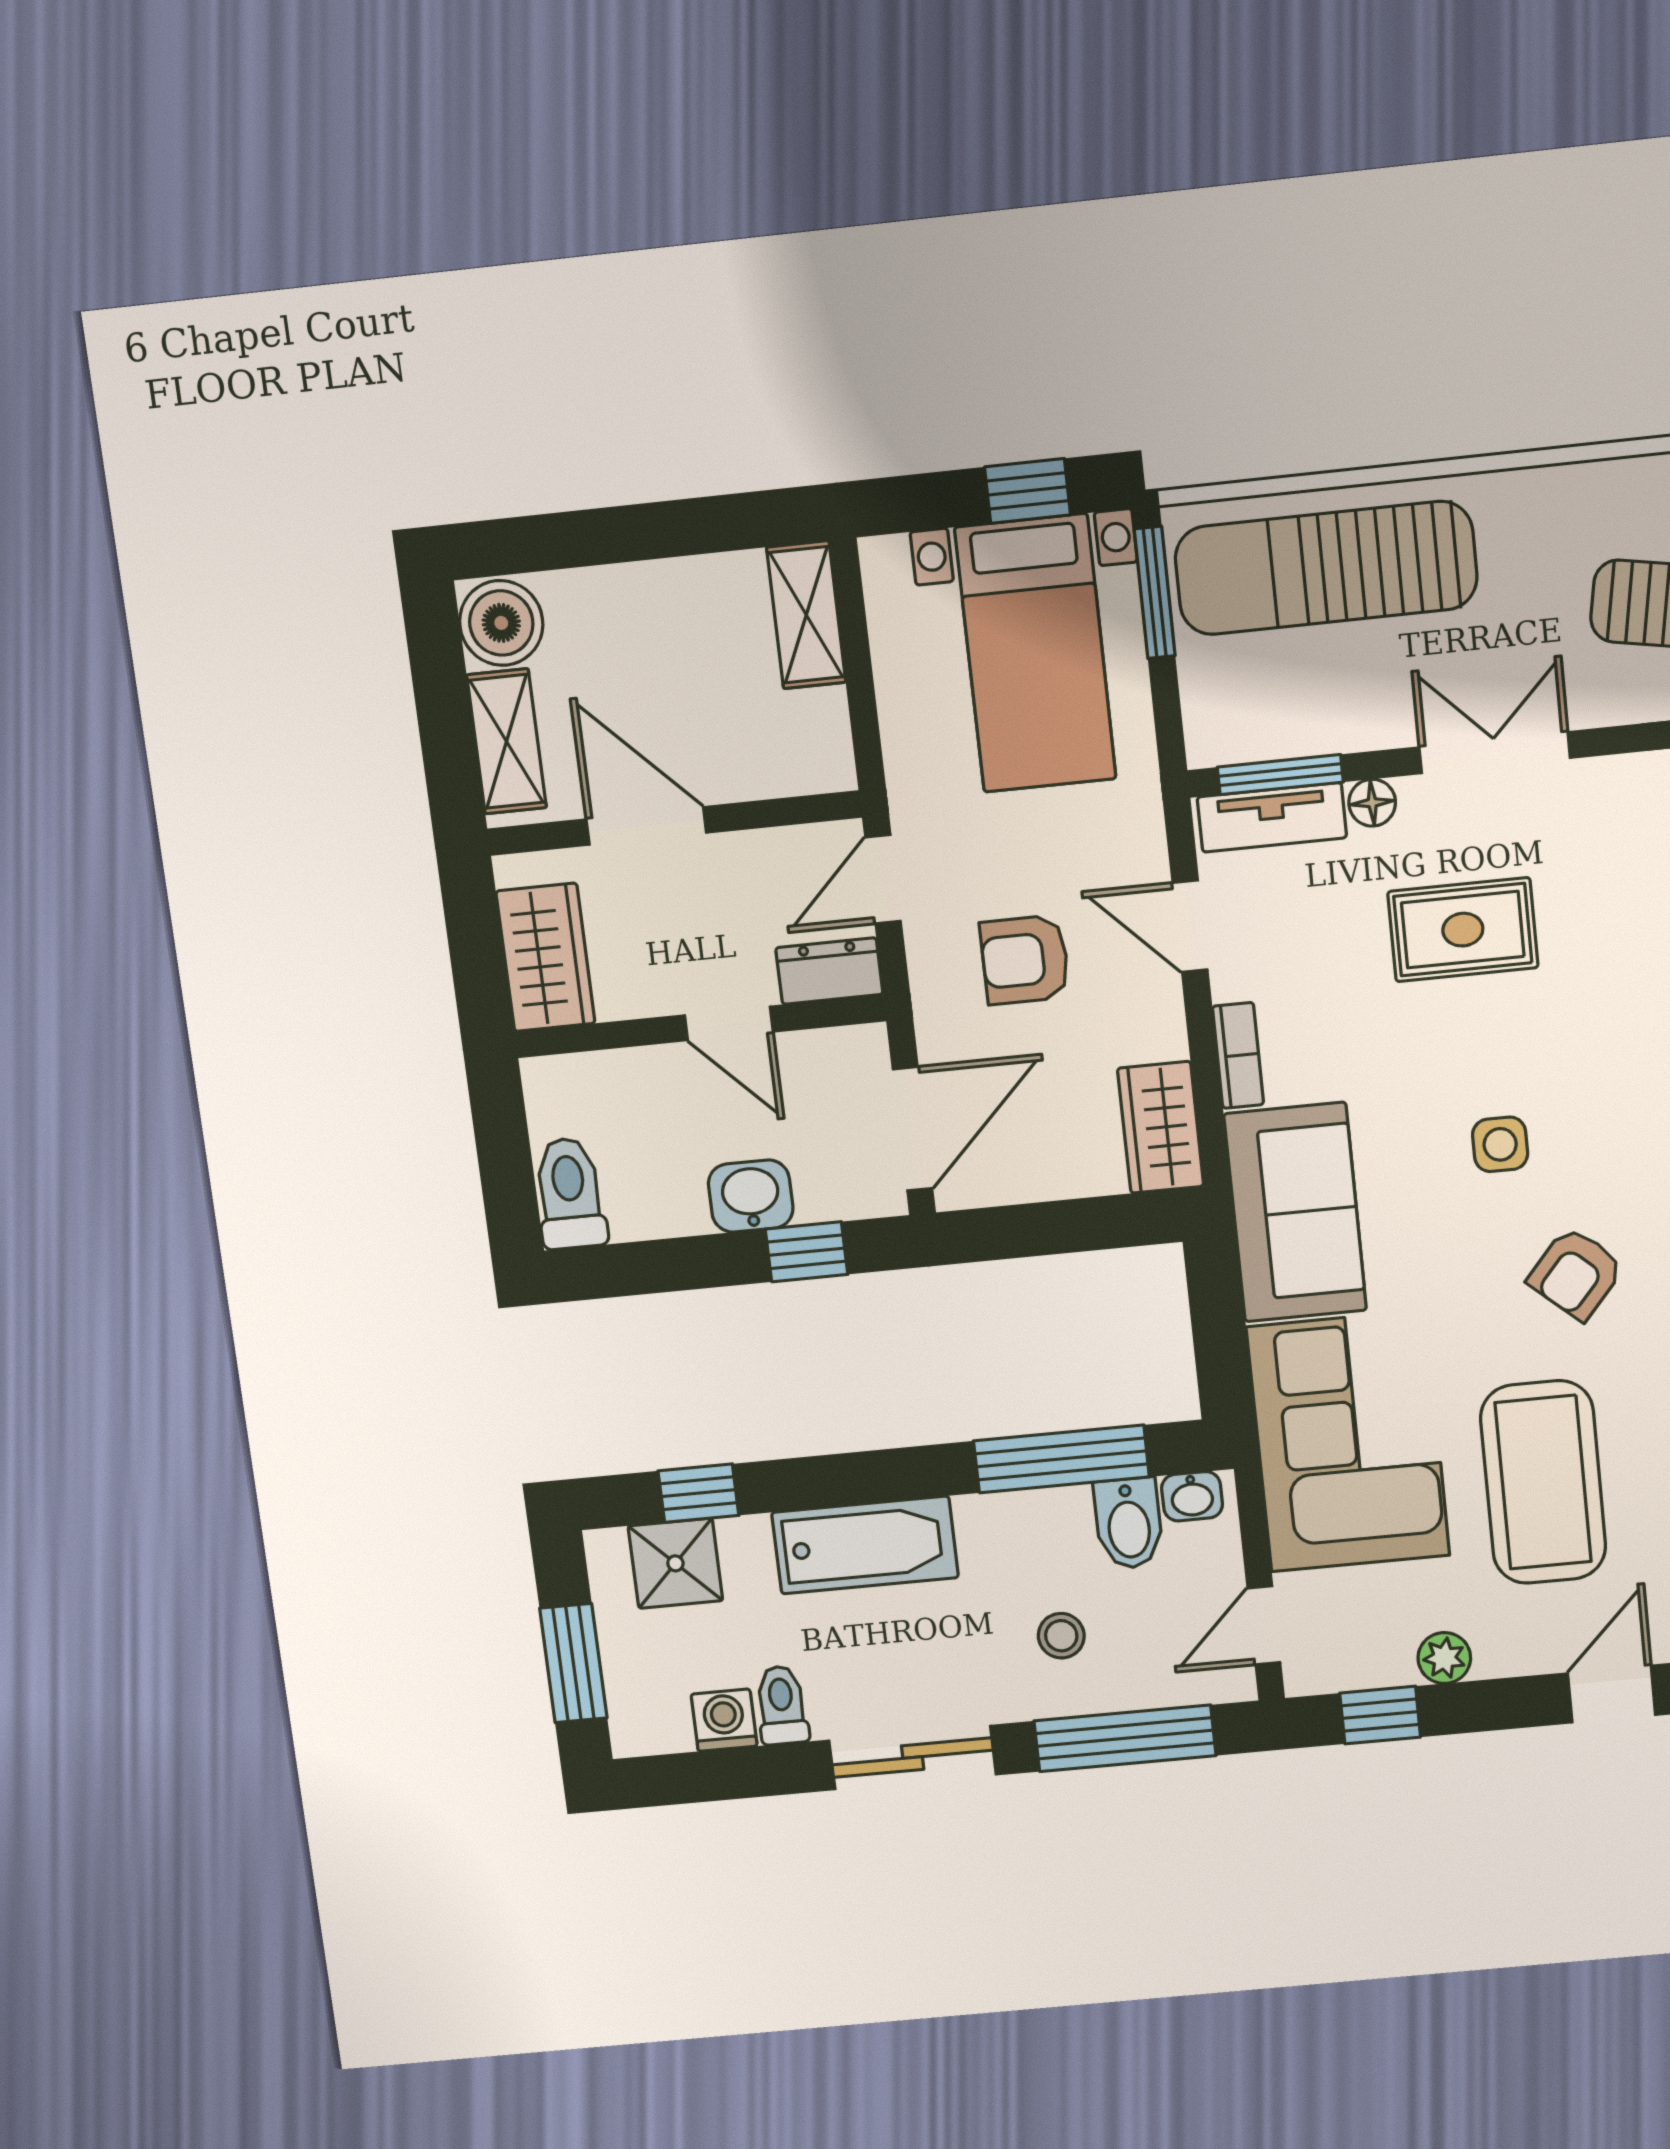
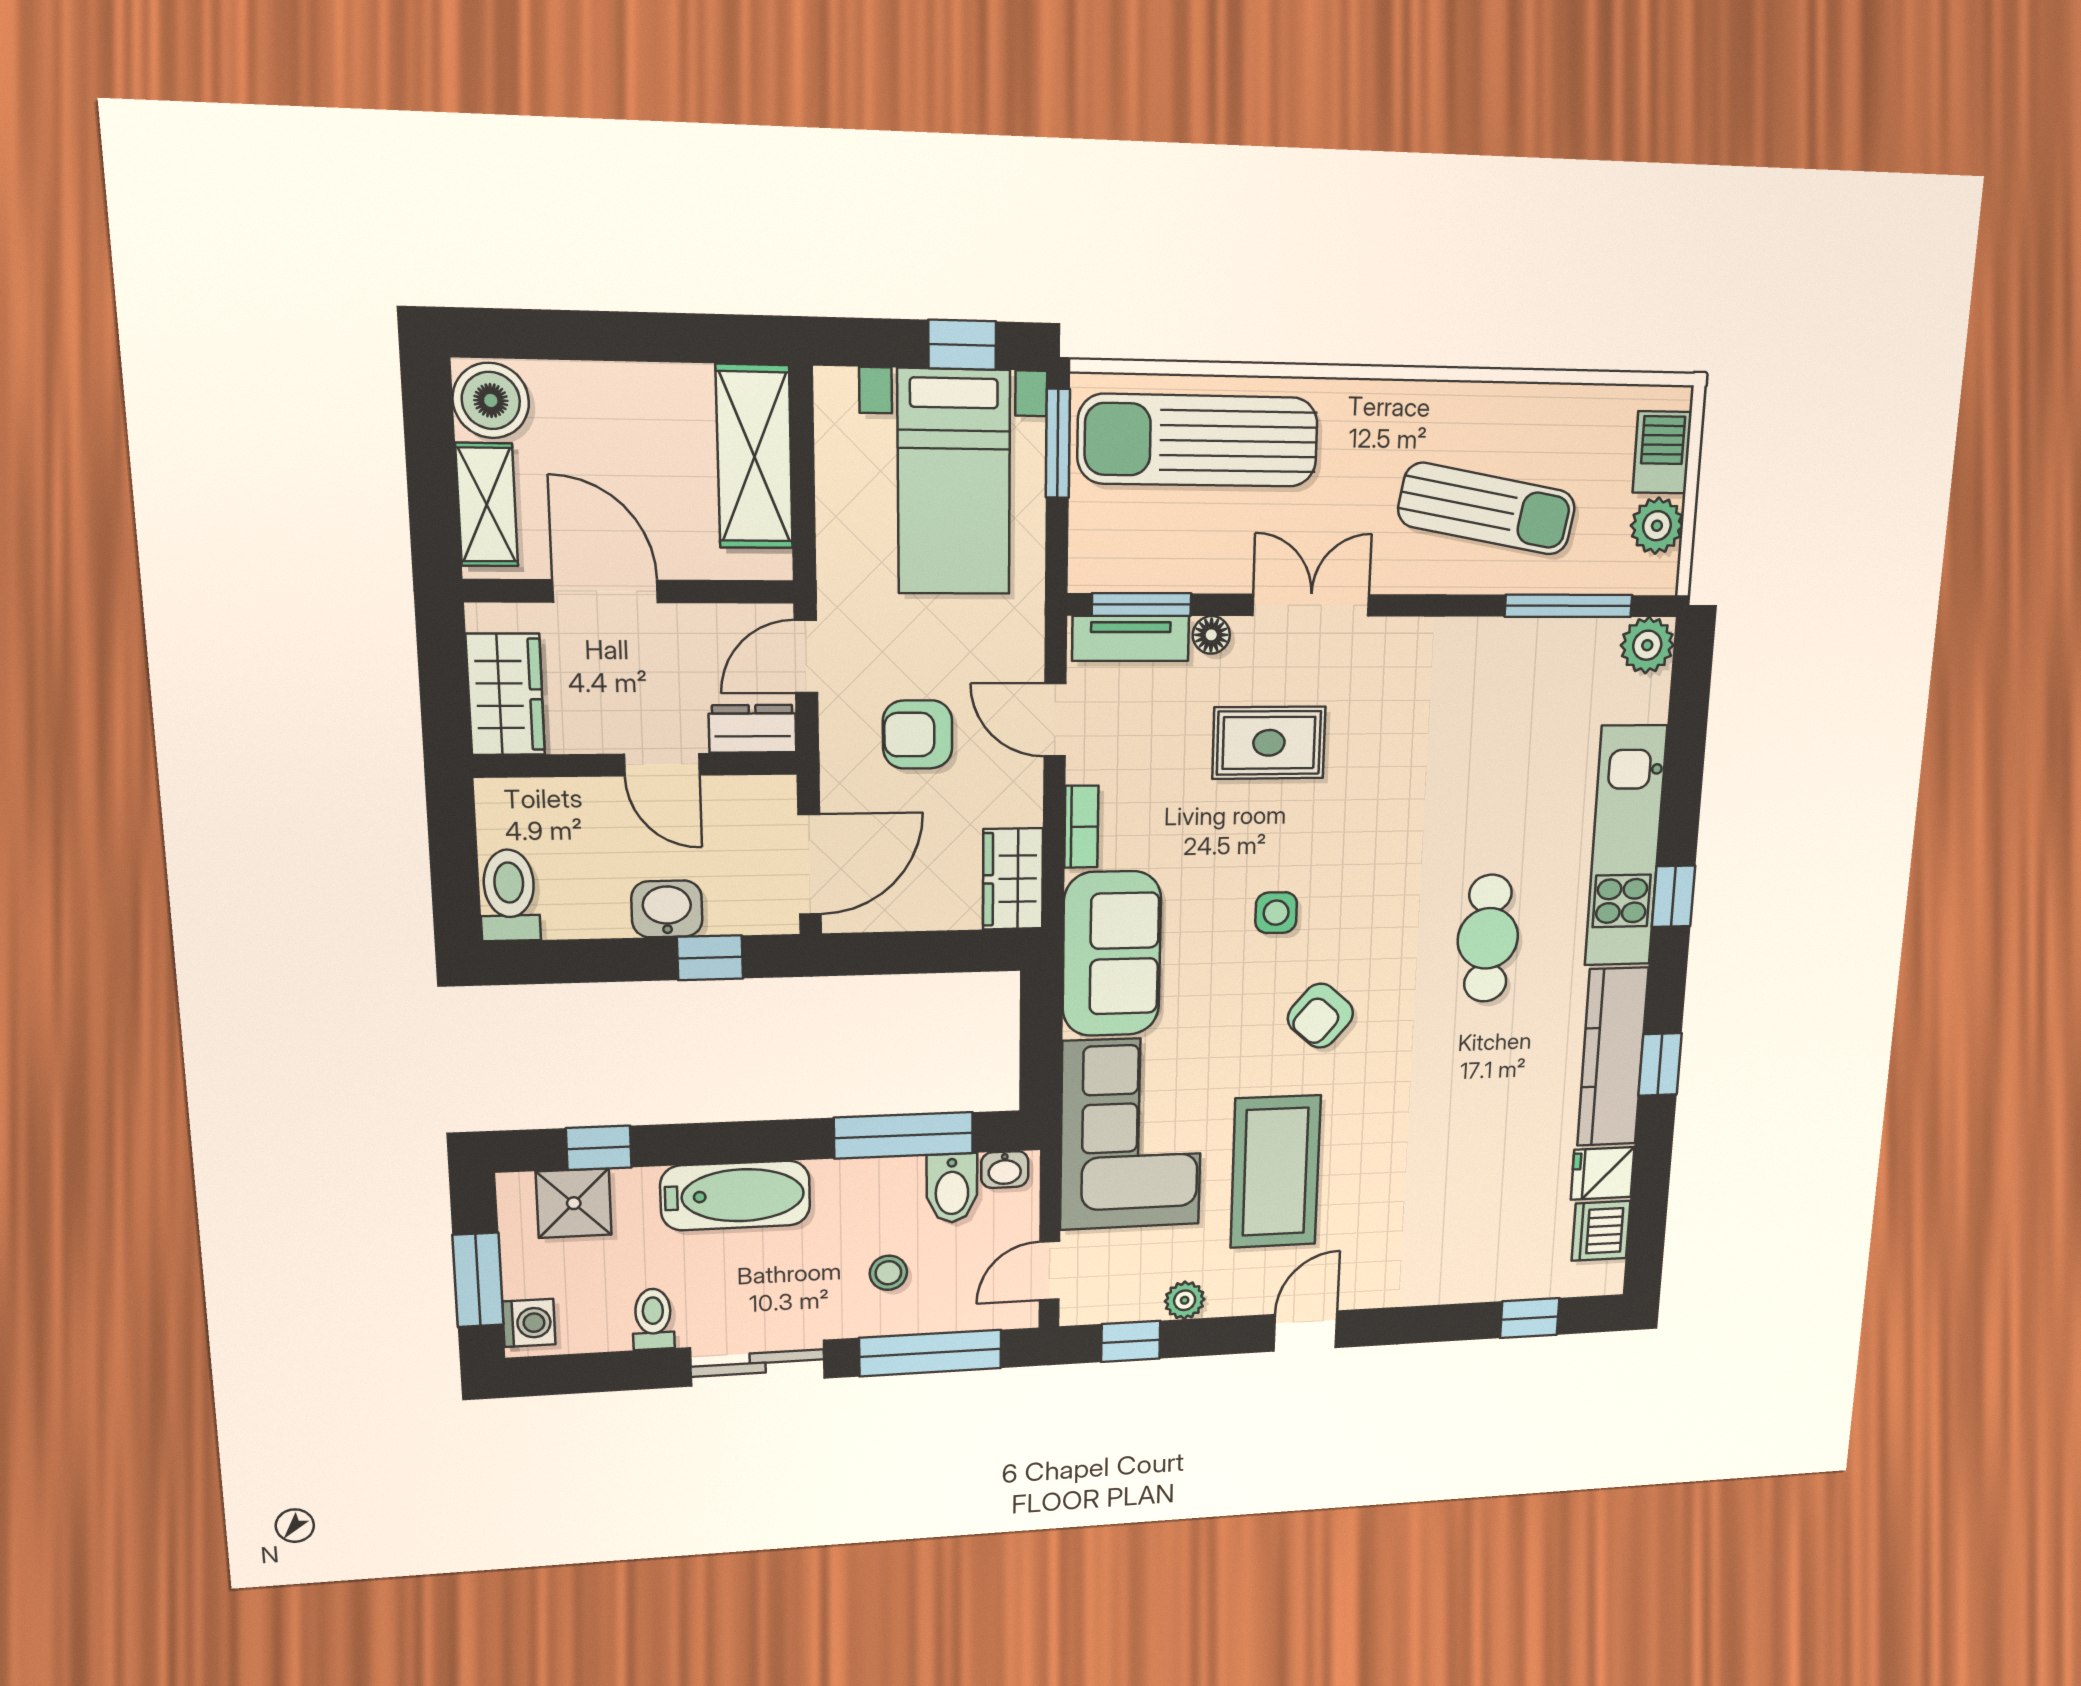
shelving: (806, 615) -> (754, 457), width x1.50, depth x1.33
washing machine: (724, 1720) -> (529, 1323), moved, turned 90

